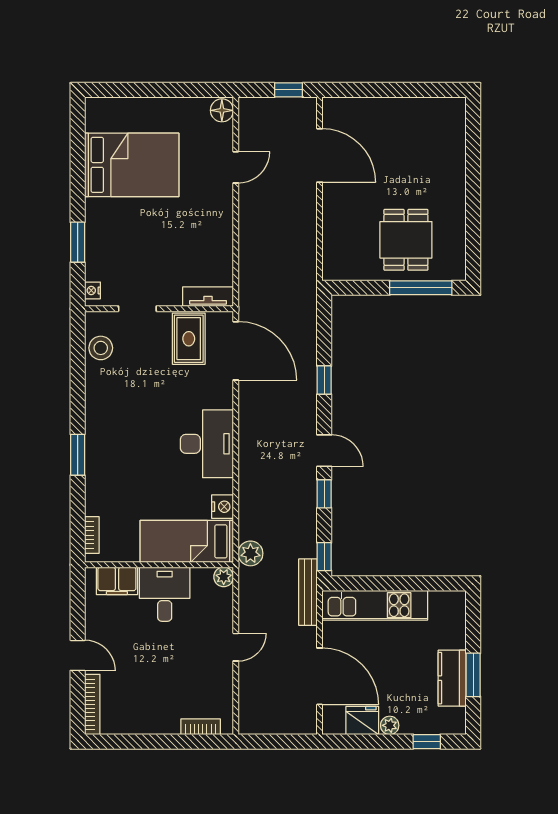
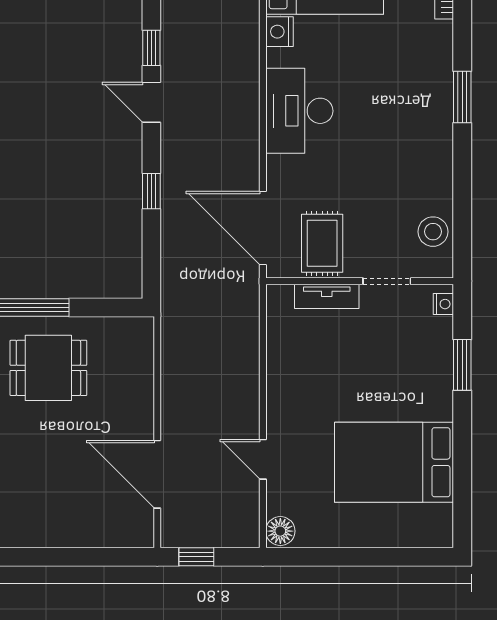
door: (236, 167) -> (263, 459), hinge flipped
dining table: (406, 240) -> (48, 368), turned 90
tv unit: (208, 297) -> (327, 296), moved

